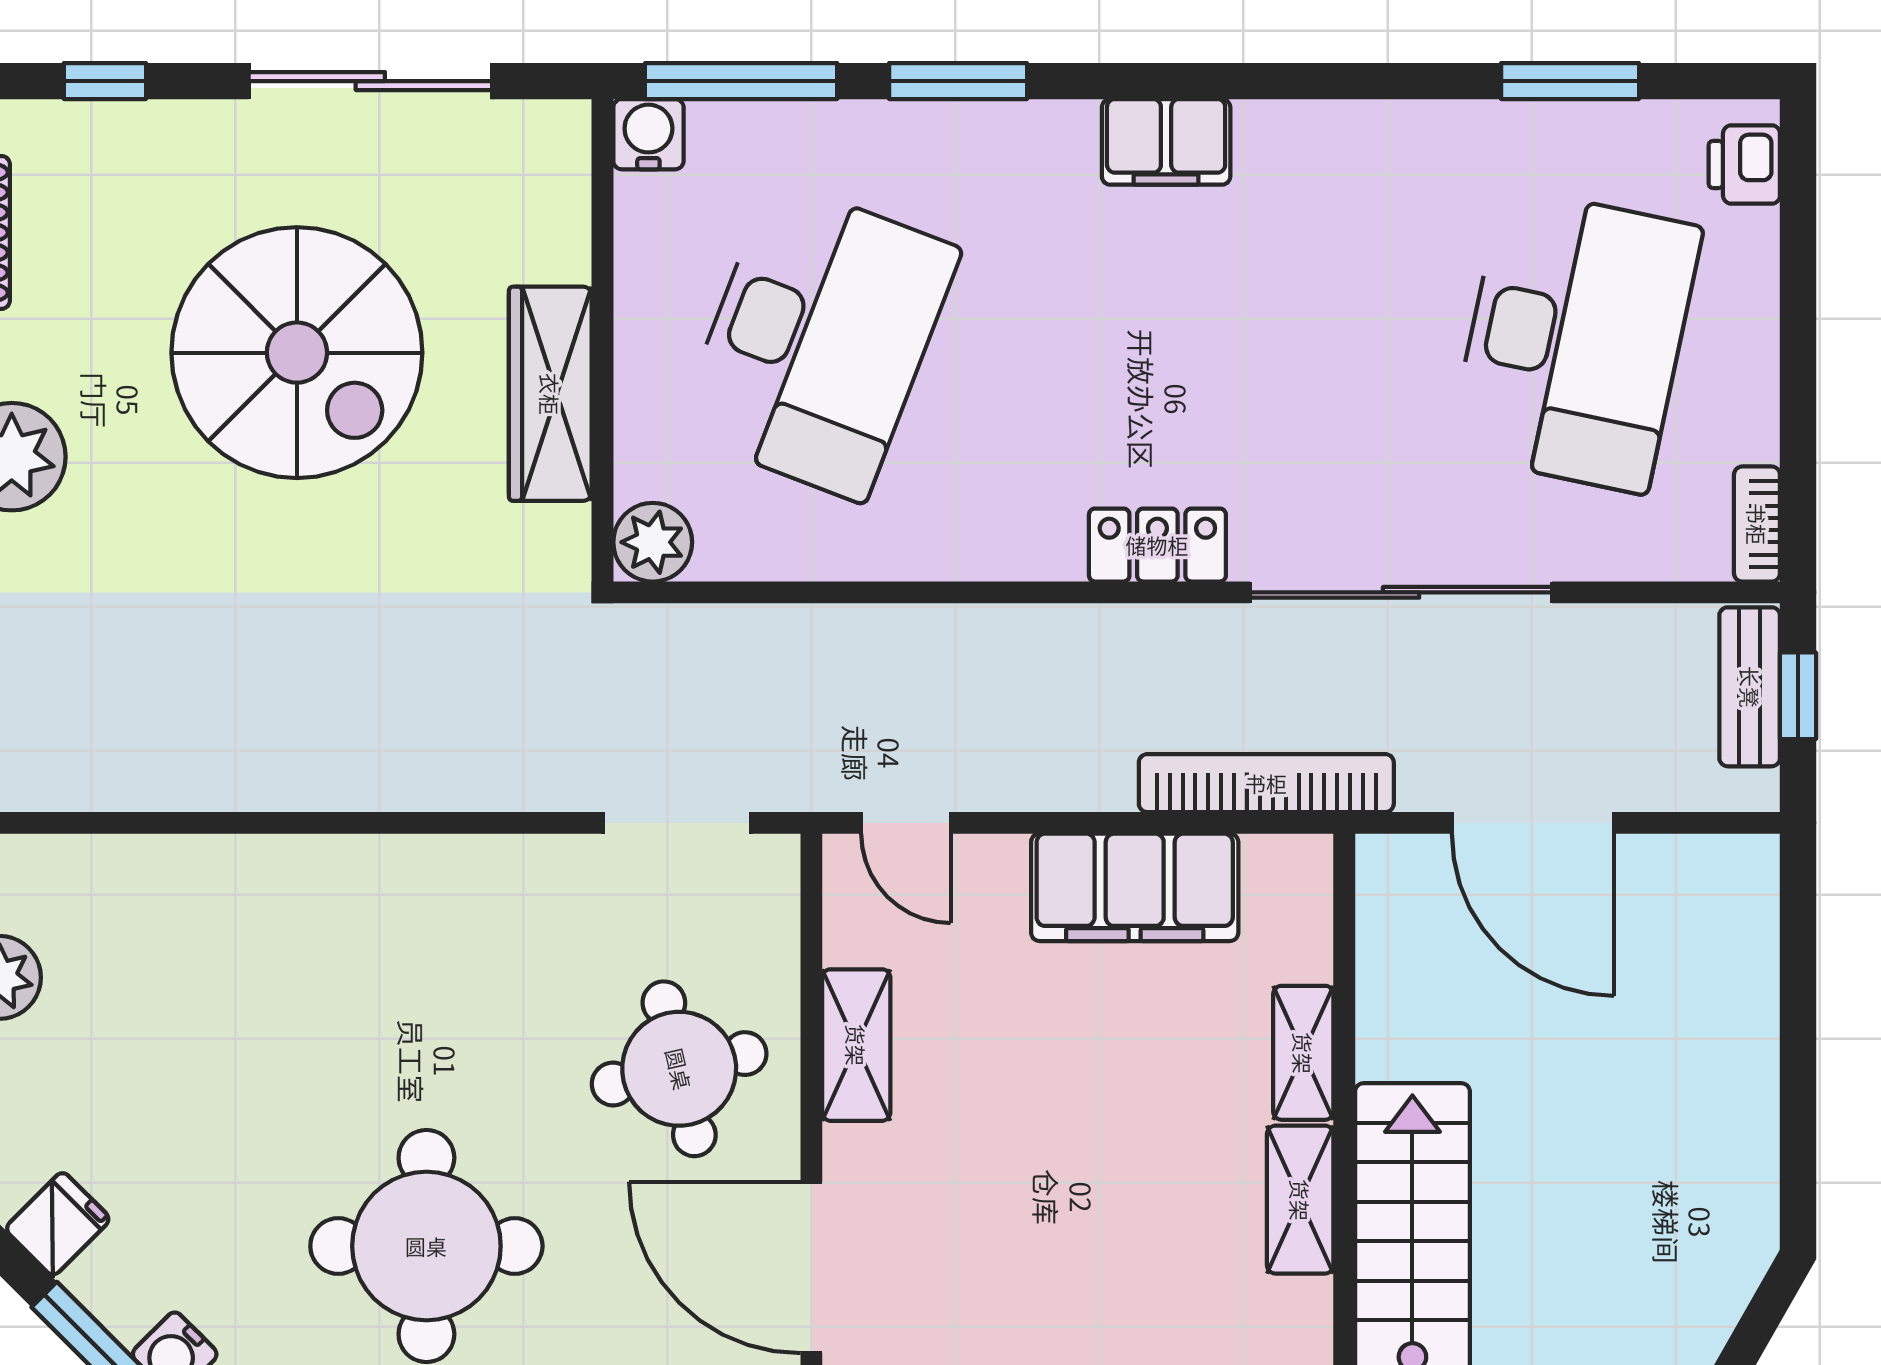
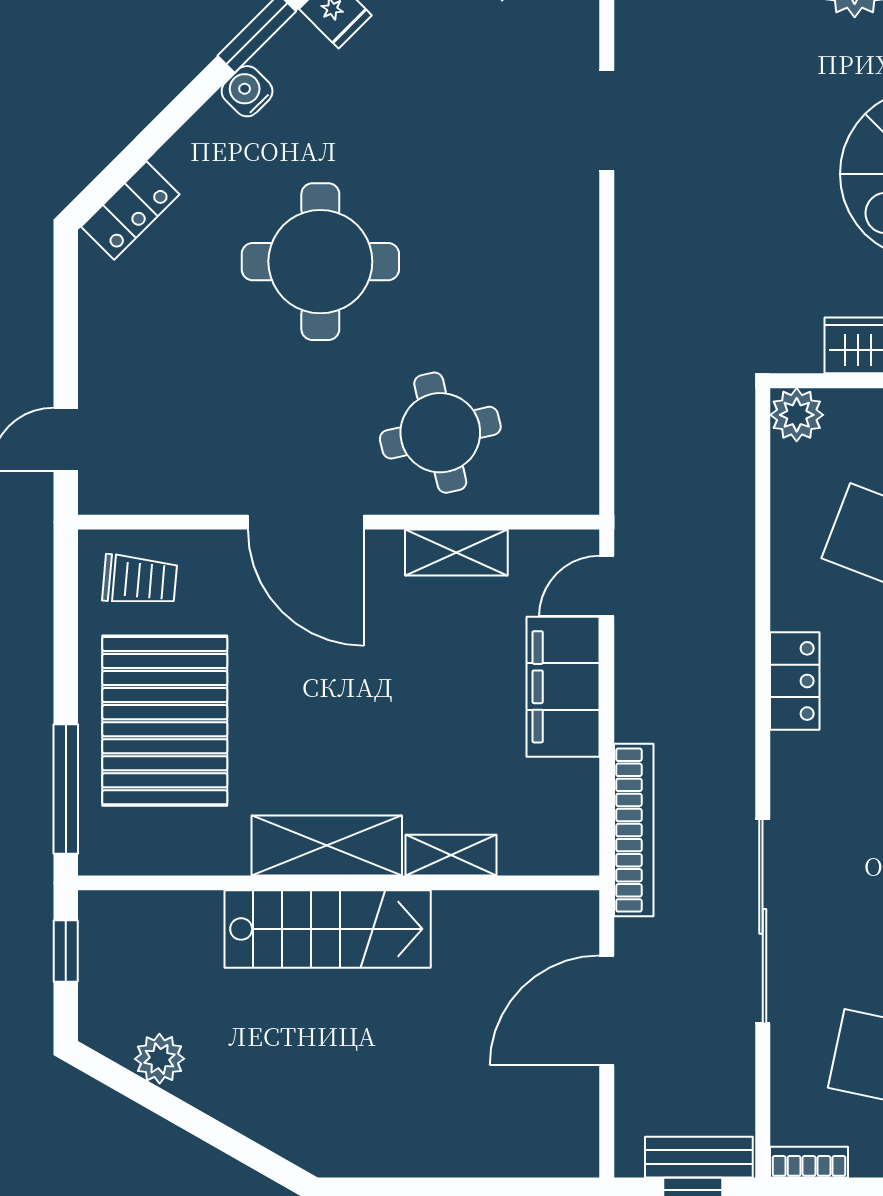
locker: (1157, 545) -> (795, 681), moved
doorway: (677, 823) -> (607, 121), moved
filing cabinet: (1135, 887) -> (563, 687), moved
shelving: (1300, 1200) -> (327, 845), width x1.50, depth x1.33
door: (811, 1267) -> (306, 522), swing flipped

